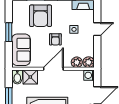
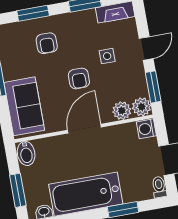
armchair: (41, 16) -> (47, 43), width x0.53, depth x0.53
window: (97, 52) -> (153, 87), added
shower: (30, 77) -> (48, 149), removed

